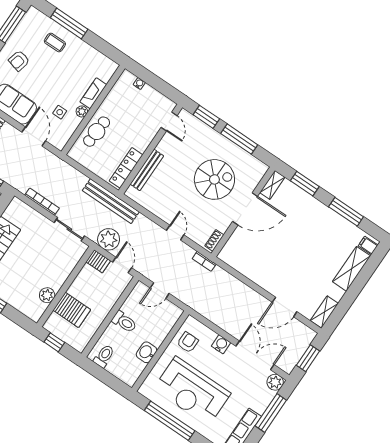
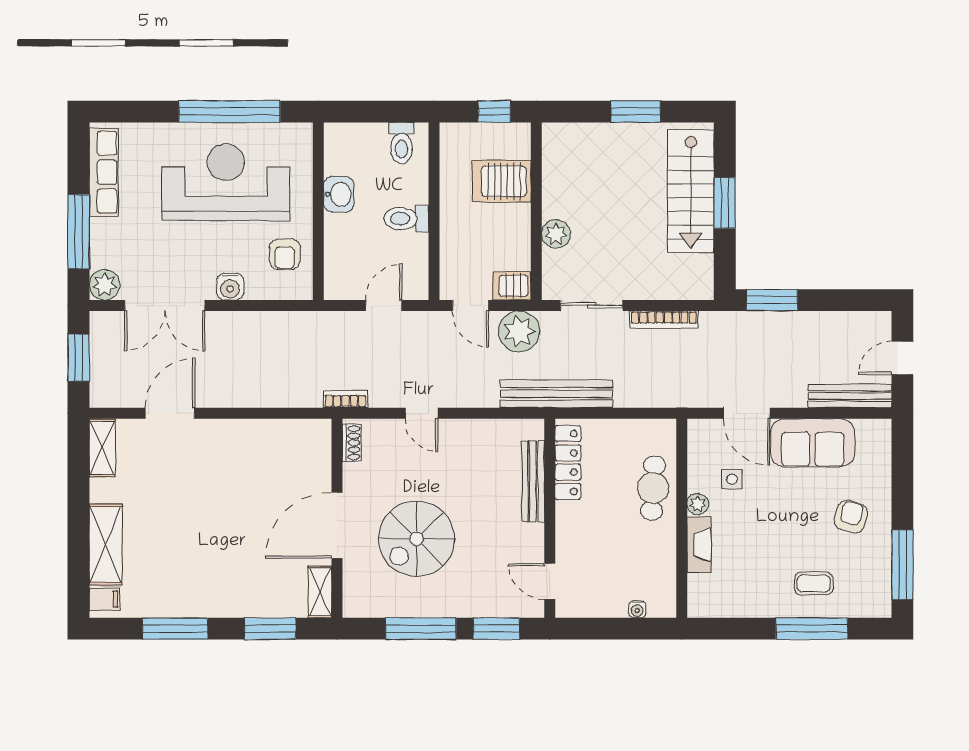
plant: (47, 295) -> (556, 234), moved

